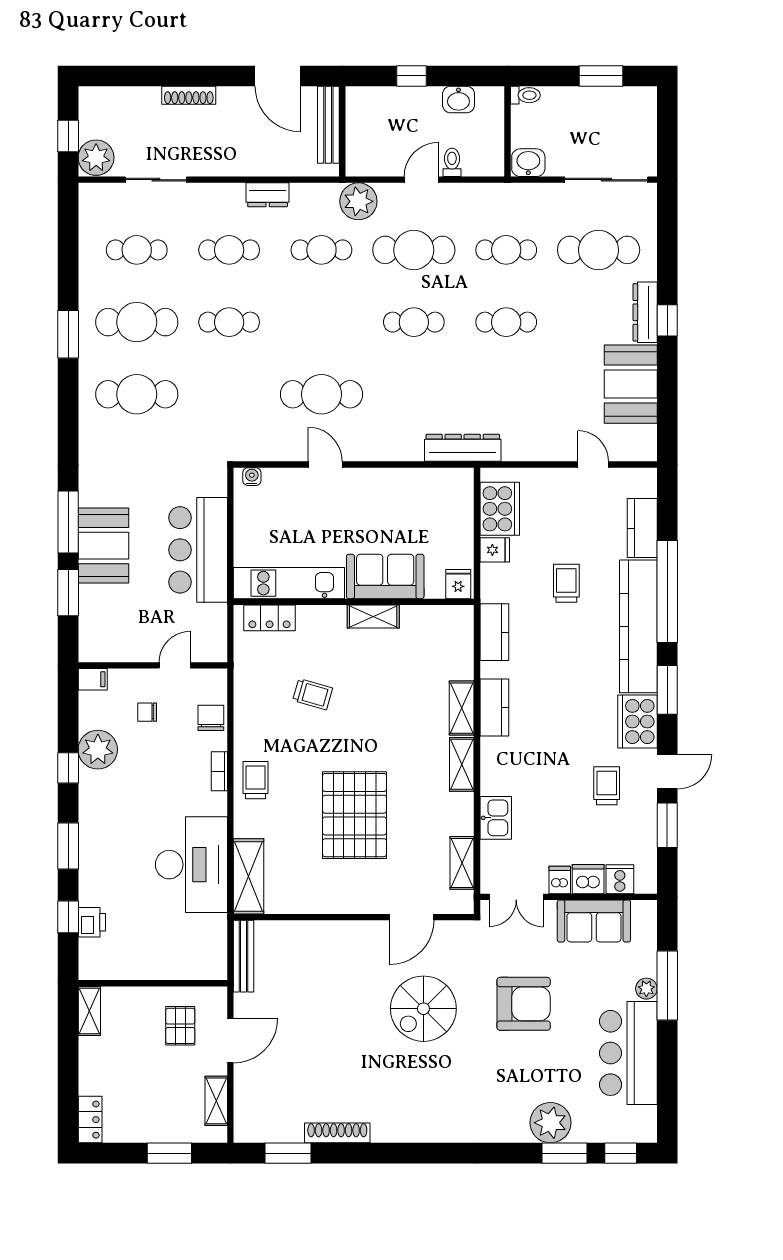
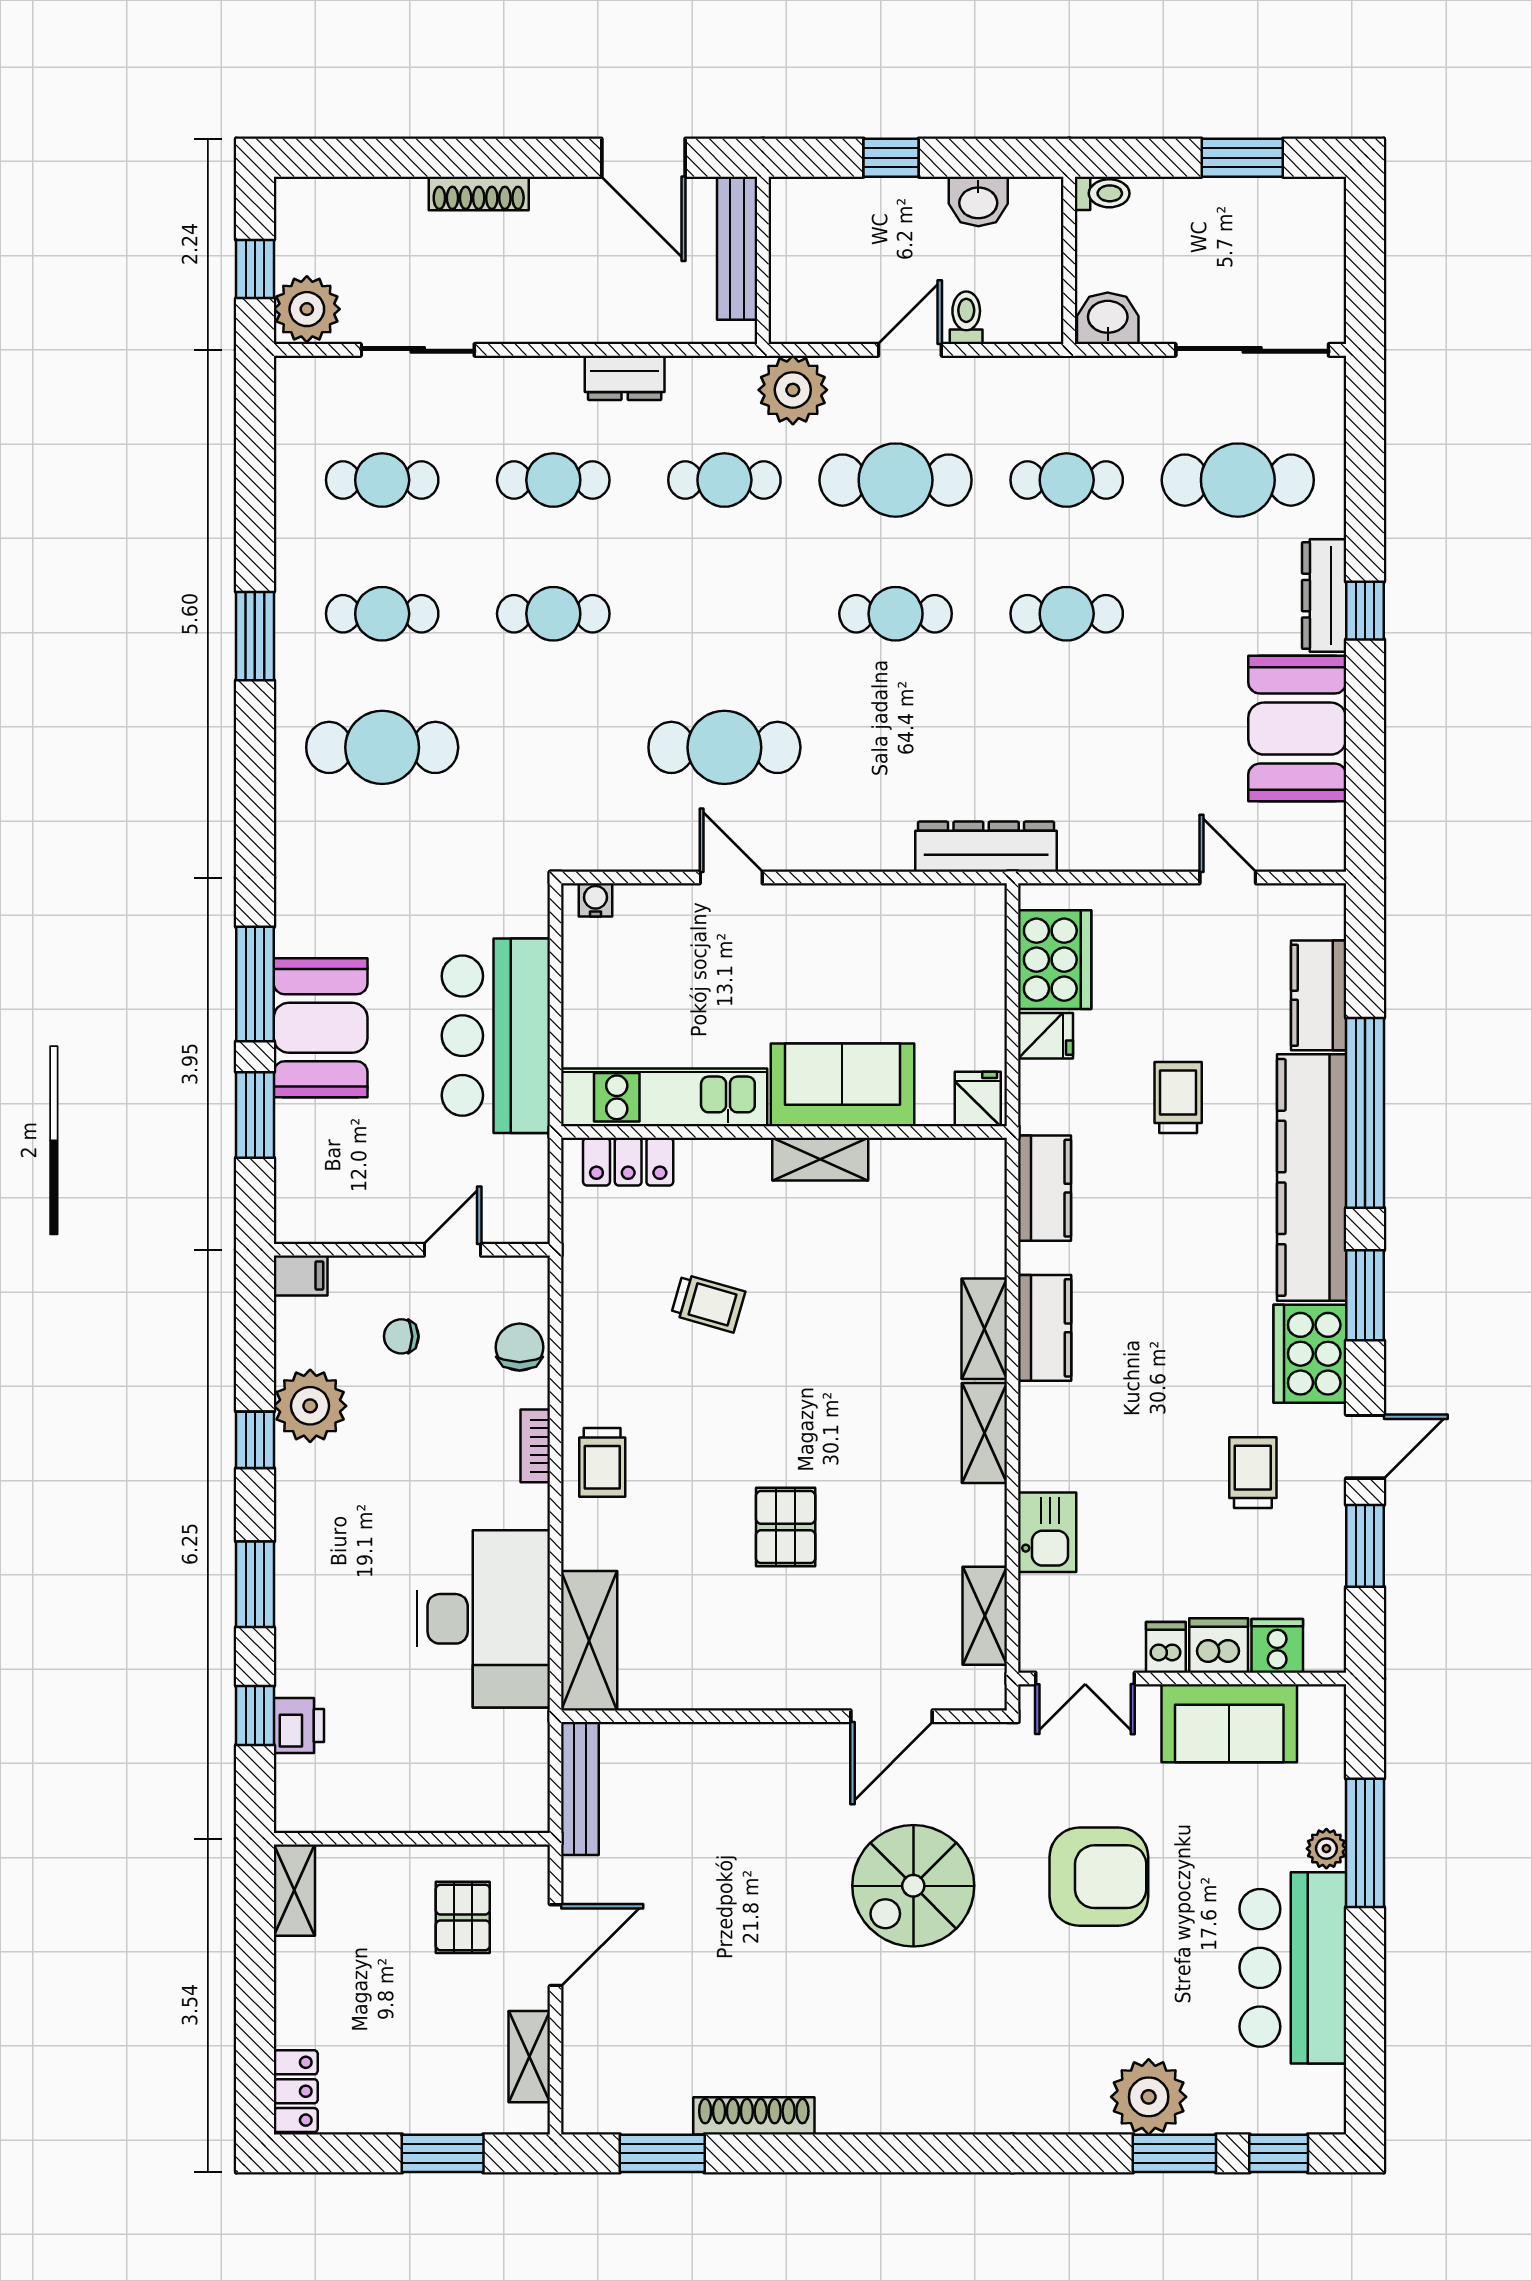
cafe table: (137, 322) -> (382, 614), width x0.73, depth x0.74
trolley: (255, 780) -> (602, 1462), turned 180
pallet: (355, 815) -> (786, 1527), width x0.49, depth x0.50

